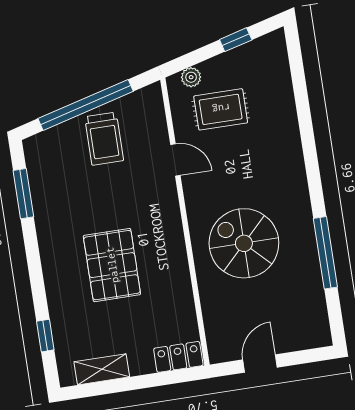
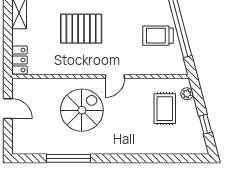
door: (175, 160) -> (115, 77), moved

